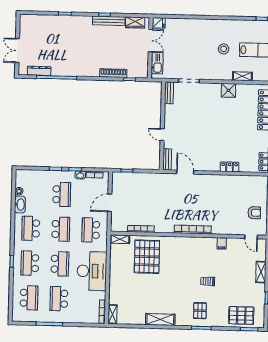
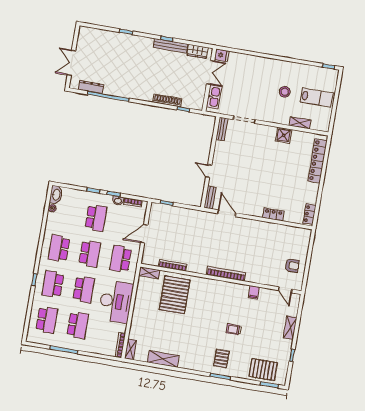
washbasin: (20, 205) -> (56, 195), moved
school desk: (59, 299) -> (78, 325), turned 180
shelving: (160, 319) -> (163, 359), moved

